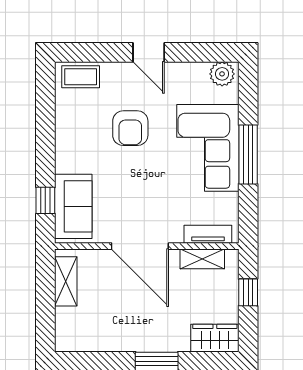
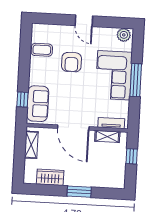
coffee table: (81, 77) -> (42, 50), moved
wardrobe: (215, 338) -> (50, 177), moved

